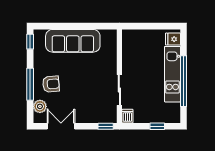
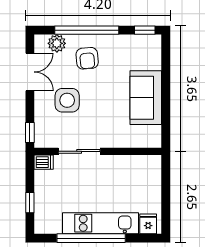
sofa: (73, 41) -> (146, 98), width x0.73
window: (30, 84) -> (87, 30), width x1.46
side table: (82, 99) -> (67, 100), added

